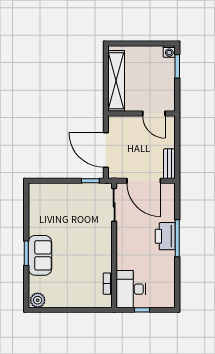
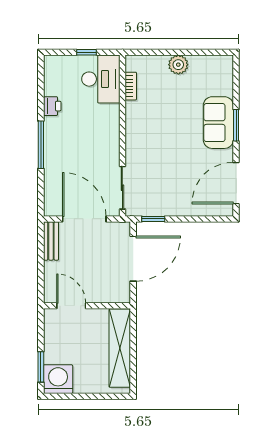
washing machine: (169, 51) -> (58, 379), width x1.89, depth x1.89
door: (106, 150) -> (133, 259), hinge flipped
door: (26, 209) -> (236, 183), added
printer: (165, 236) -> (52, 106), moved, width x0.53, depth x0.68
plant: (38, 300) -> (178, 65), moved

